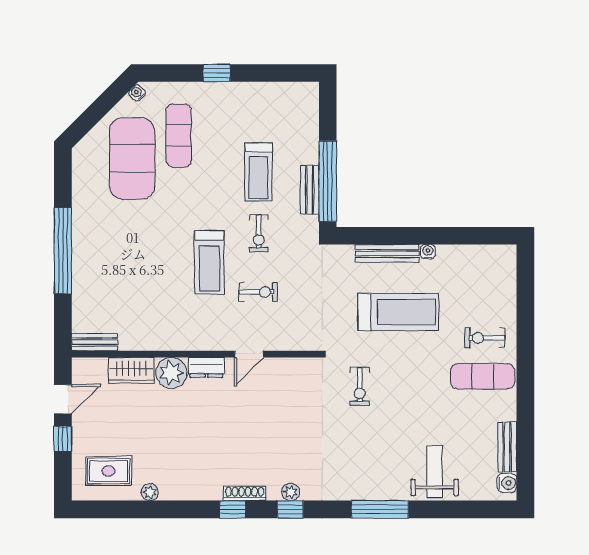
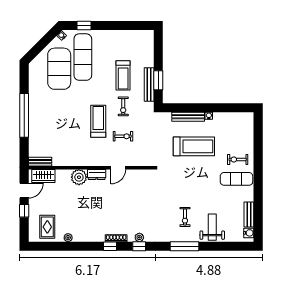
window: (217, 73) -> (84, 25), moved
exercise mat: (179, 135) -> (83, 57), width x1.36, depth x1.45
window: (328, 181) -> (158, 80), width x0.47
bench: (310, 190) -> (149, 85), width x1.36
treadmill: (209, 262) -> (98, 121), turned 180
wardrobe: (131, 371) -> (43, 176), moved
exercise bike: (360, 386) -> (185, 217), moved
rug: (109, 471) -> (47, 227), turned 90

